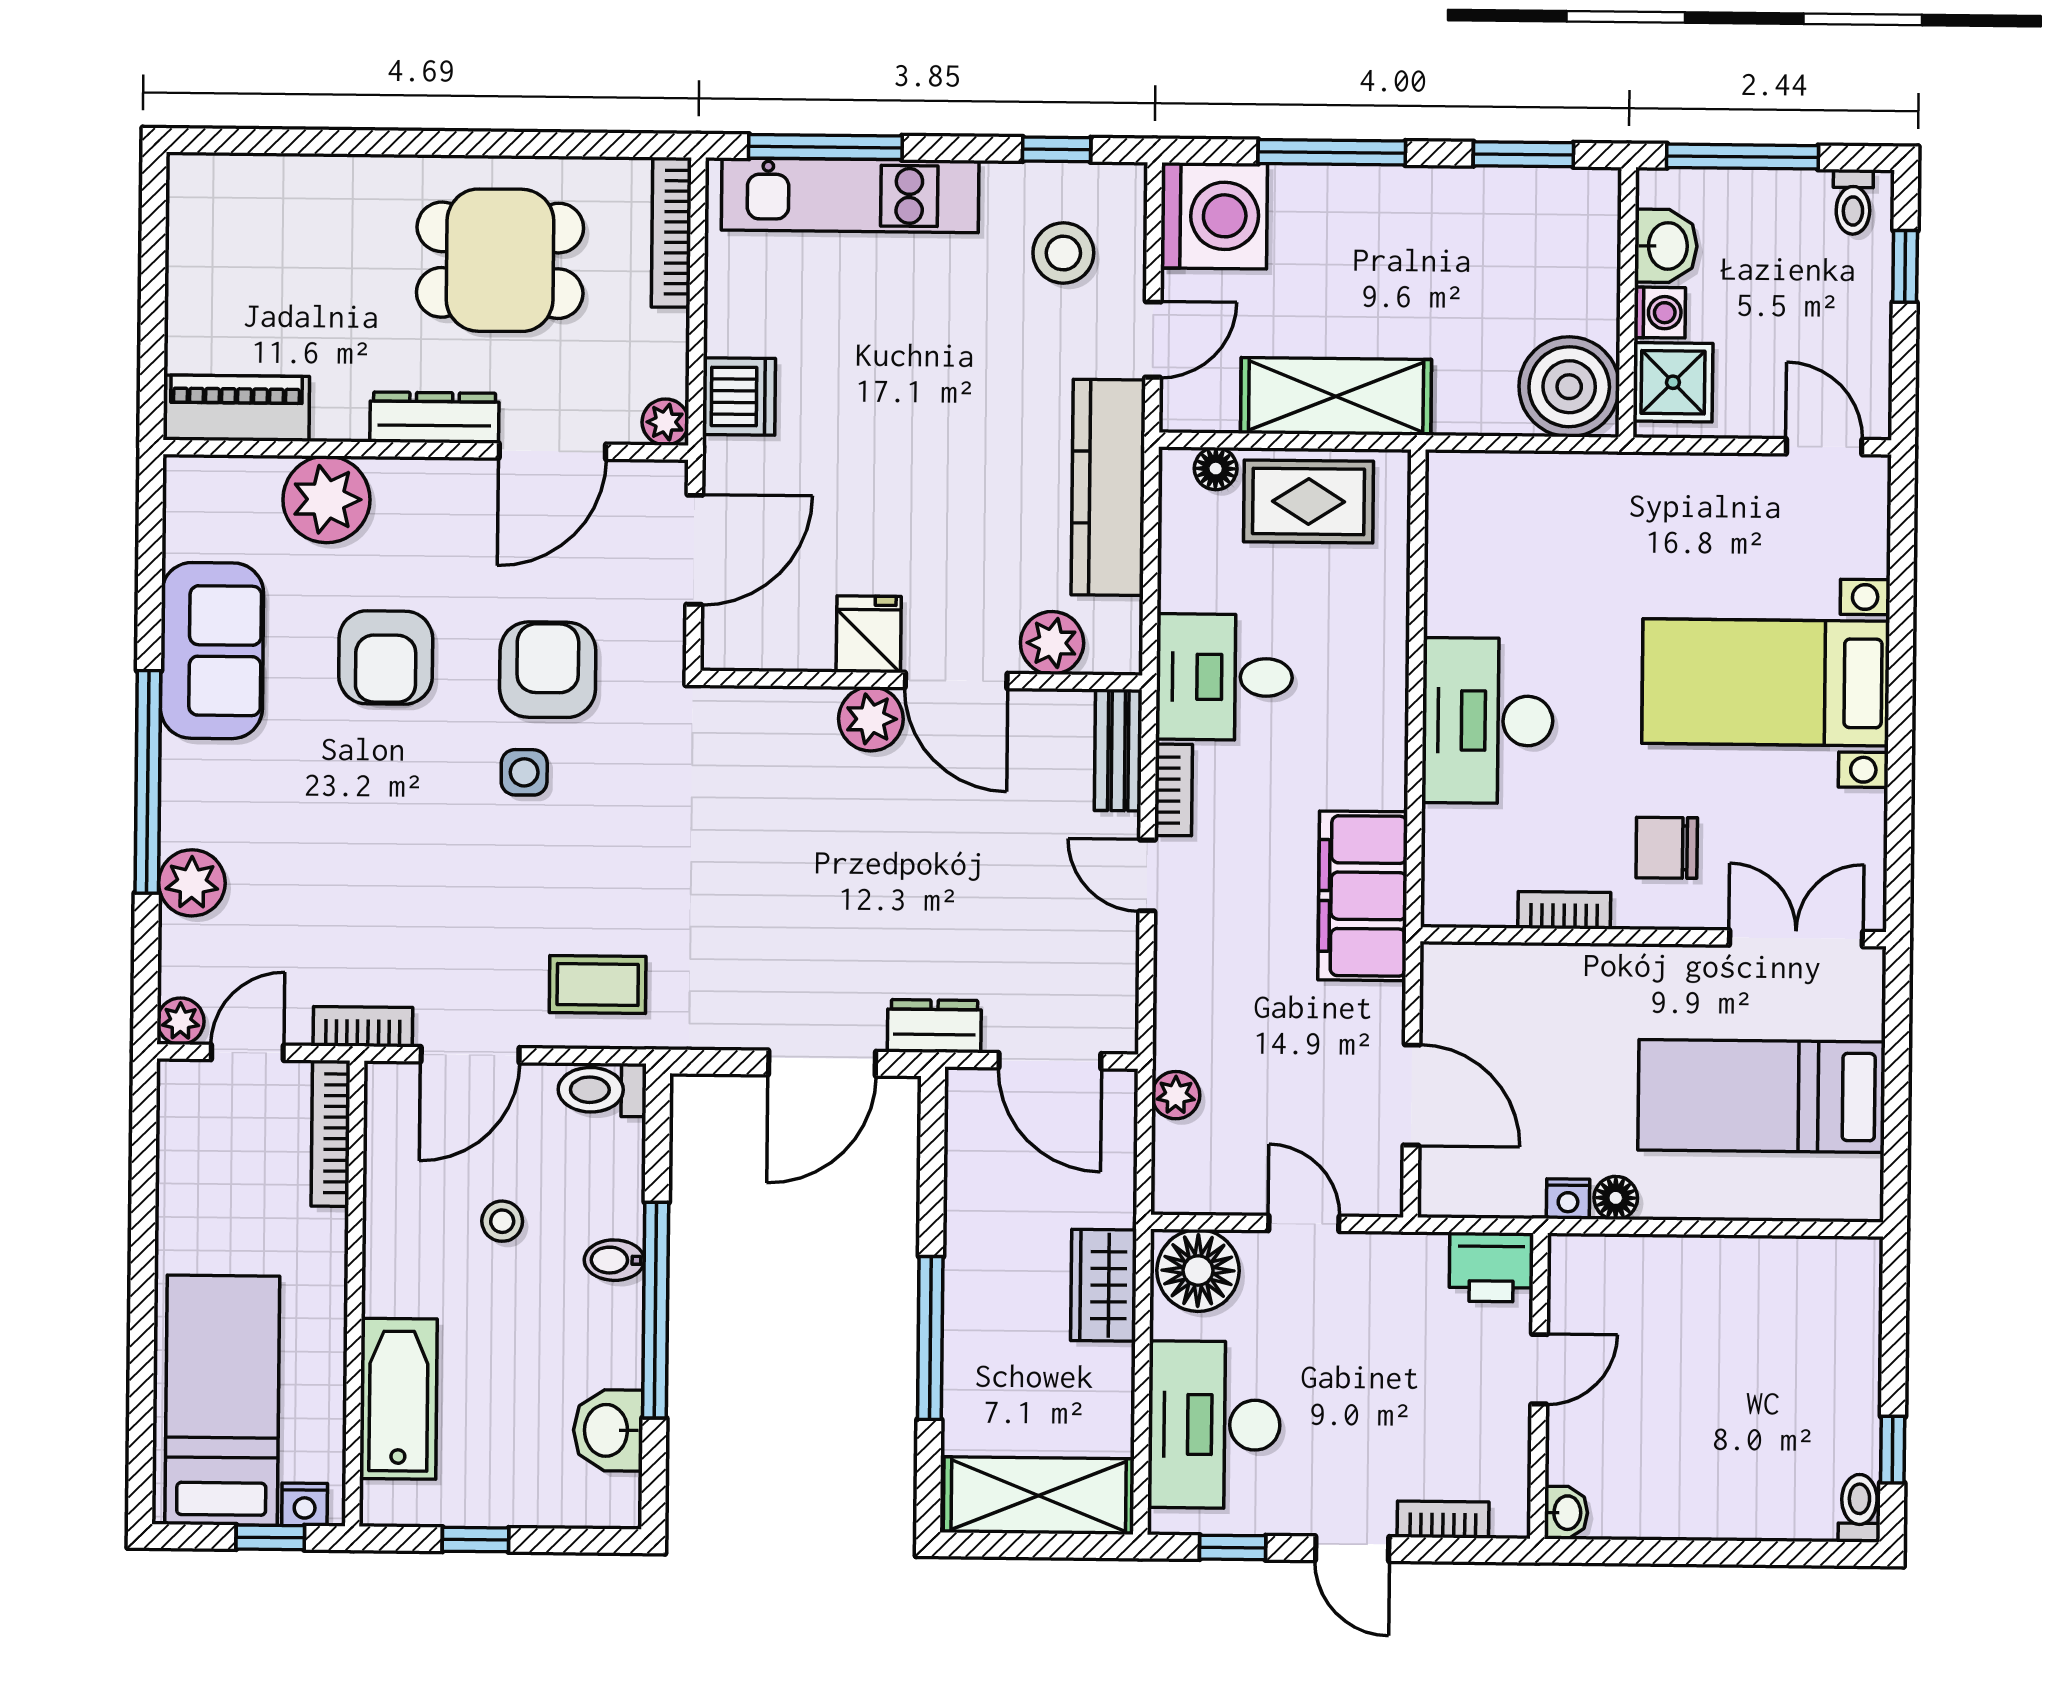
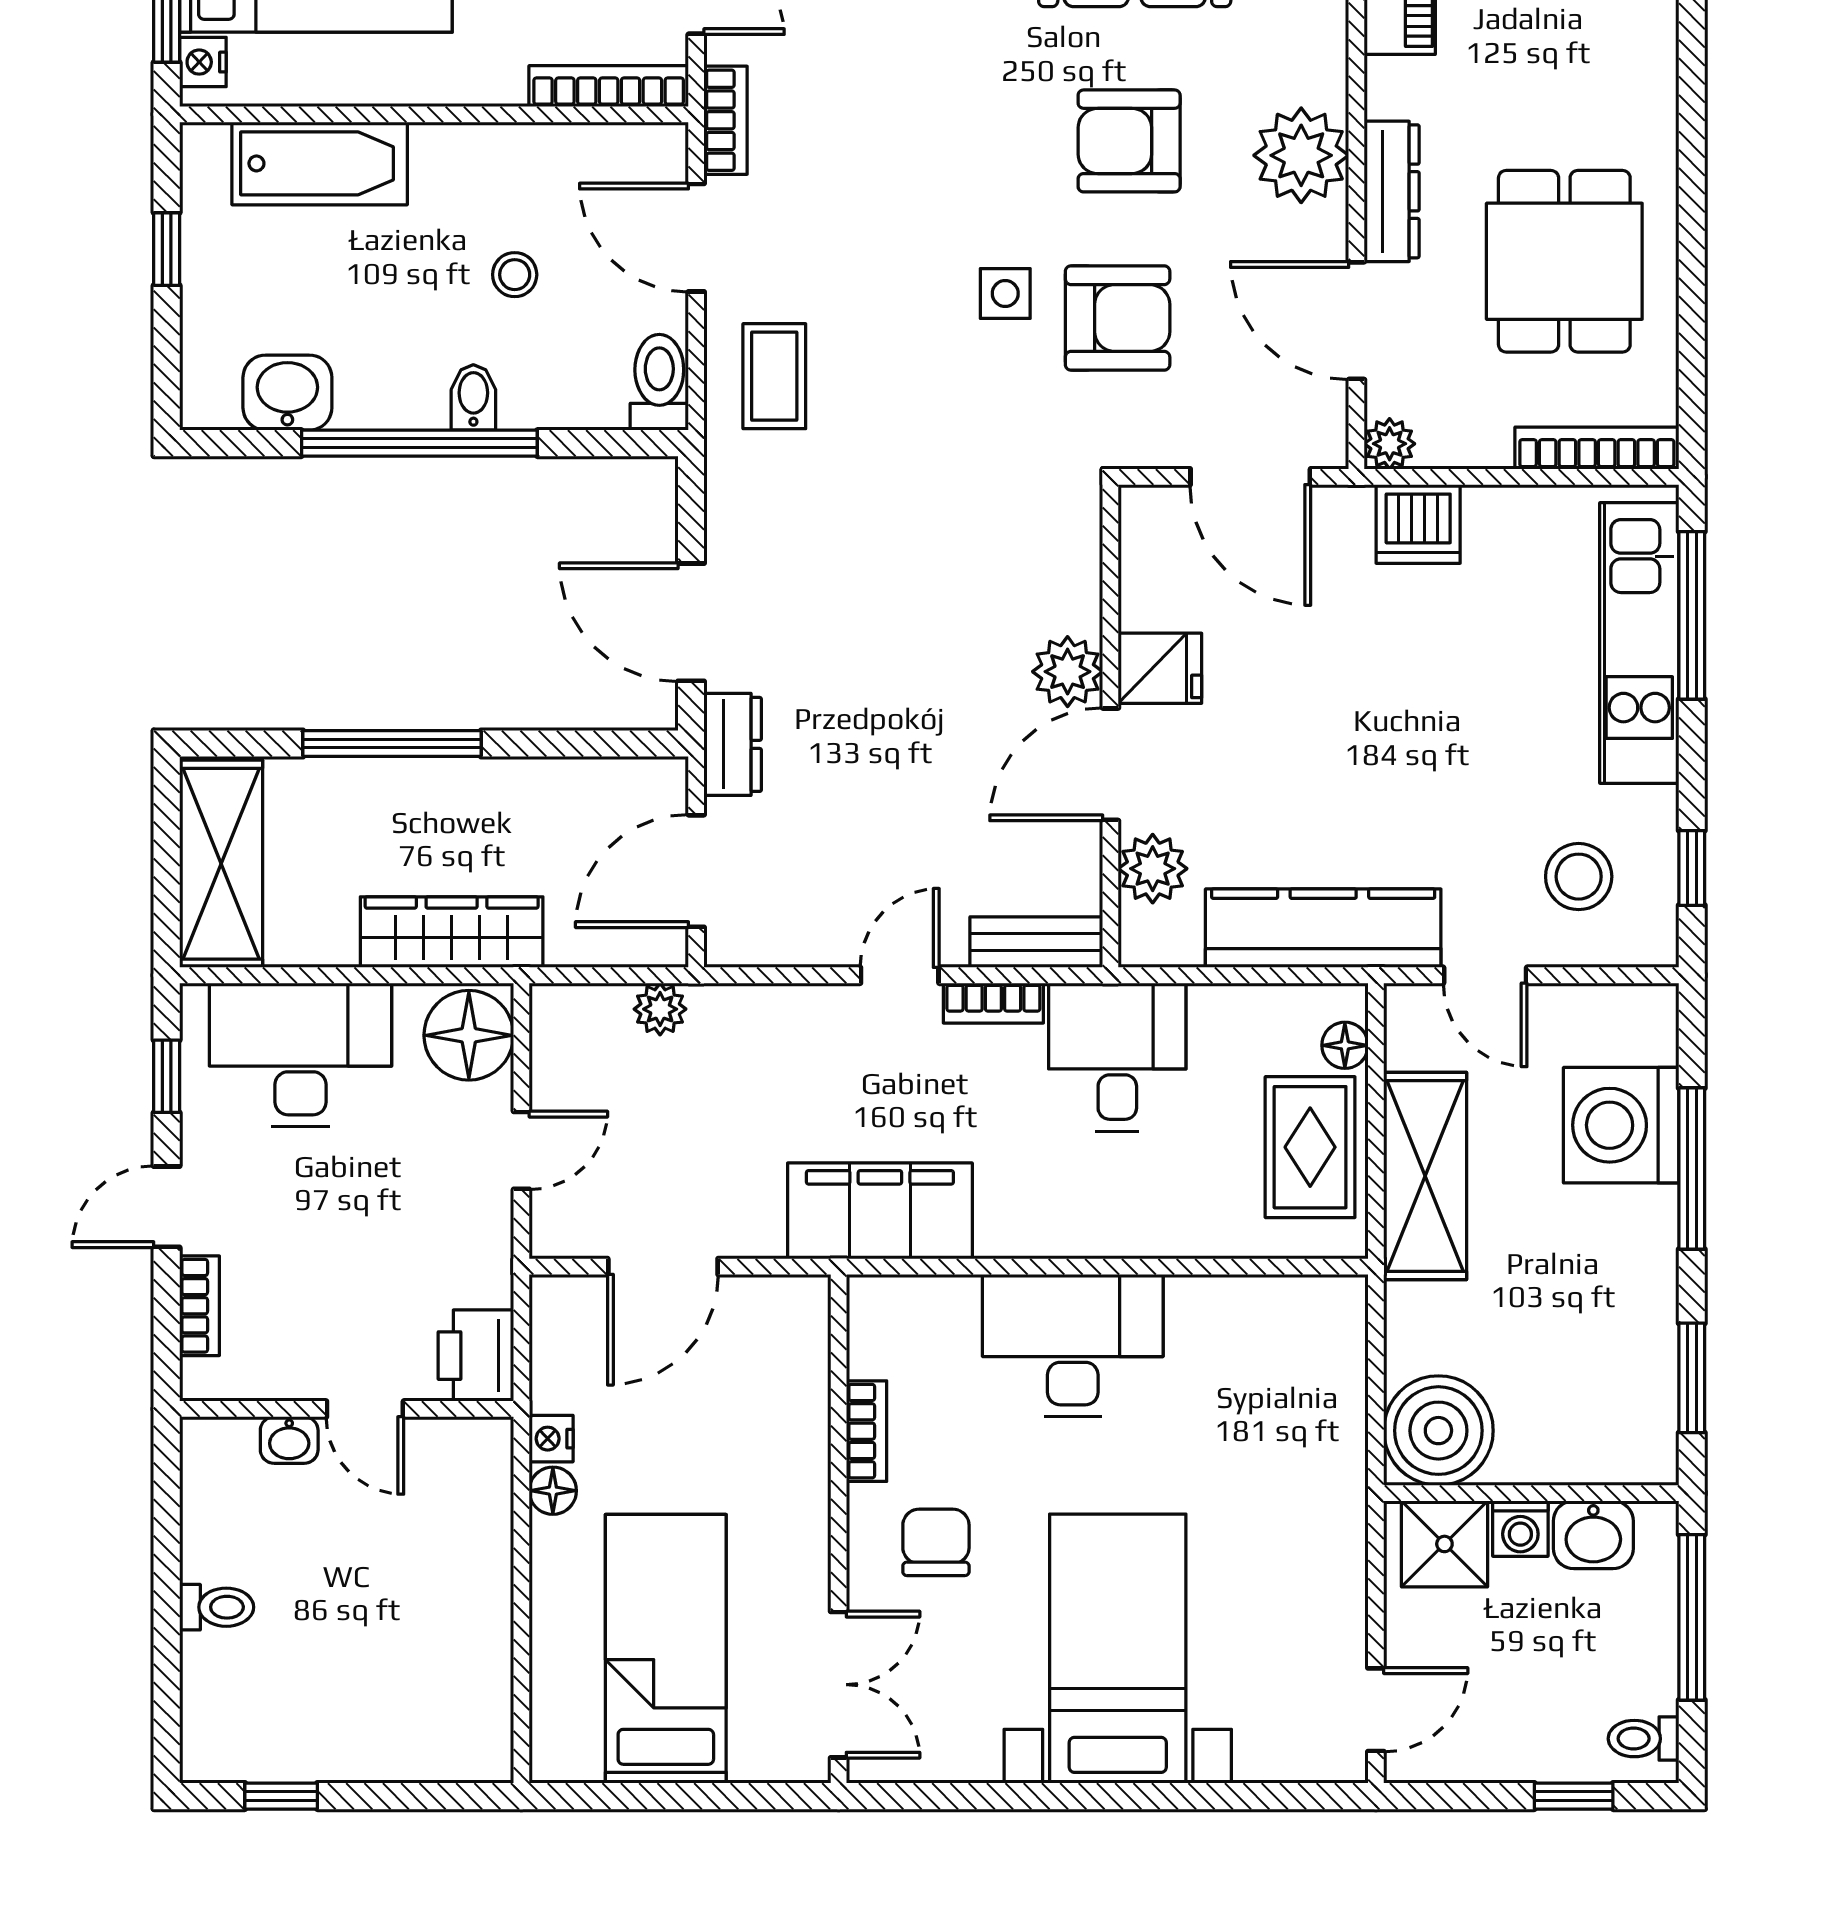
washing machine: (1214, 216) -> (1621, 1125), moved, turned 90
plant: (326, 499) -> (1301, 155), moved
wardrobe: (1103, 1285) -> (452, 932), width x1.50
toilet: (1859, 1508) -> (217, 1607), moved
washbasin: (1566, 1513) -> (289, 1440), moved

